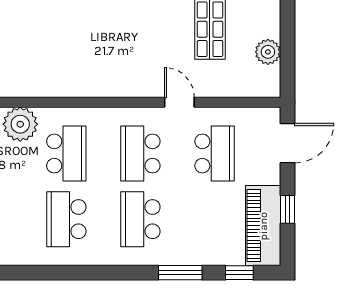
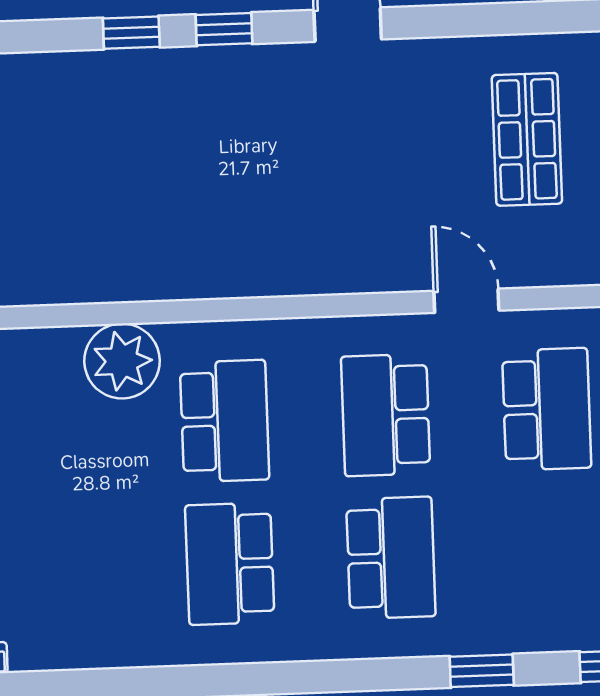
school desk: (140, 219) -> (391, 558), turned 180
window: (180, 273) -> (482, 671), width x0.67

